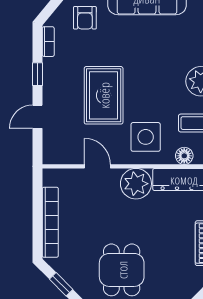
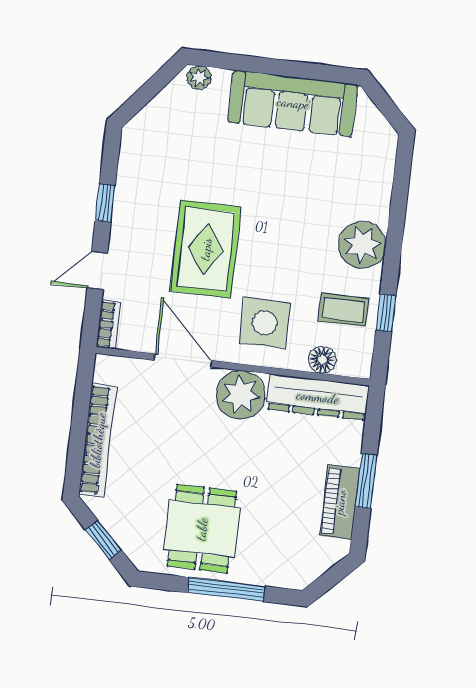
armchair: (85, 18) -> (191, 123), removed
bookcase: (48, 42) -> (108, 324), moved
door: (97, 166) -> (183, 360), width x1.38

